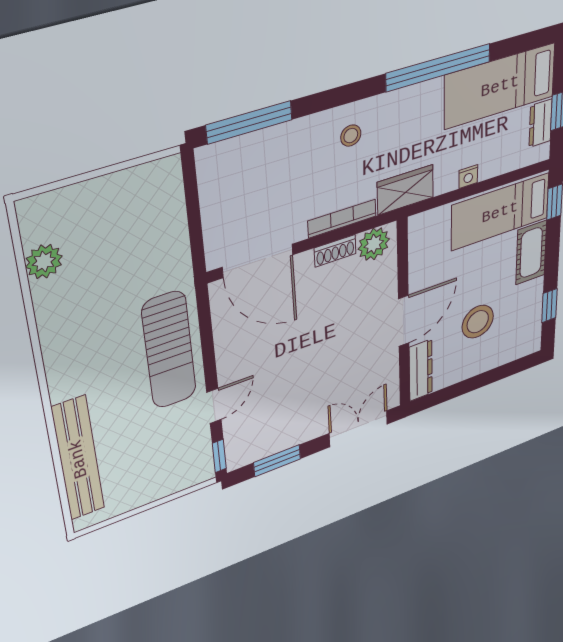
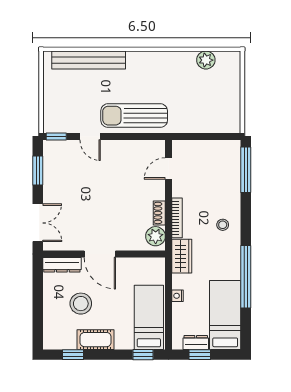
cot: (531, 253) -> (96, 340), moved
door: (258, 261) -> (169, 168), width x0.53

